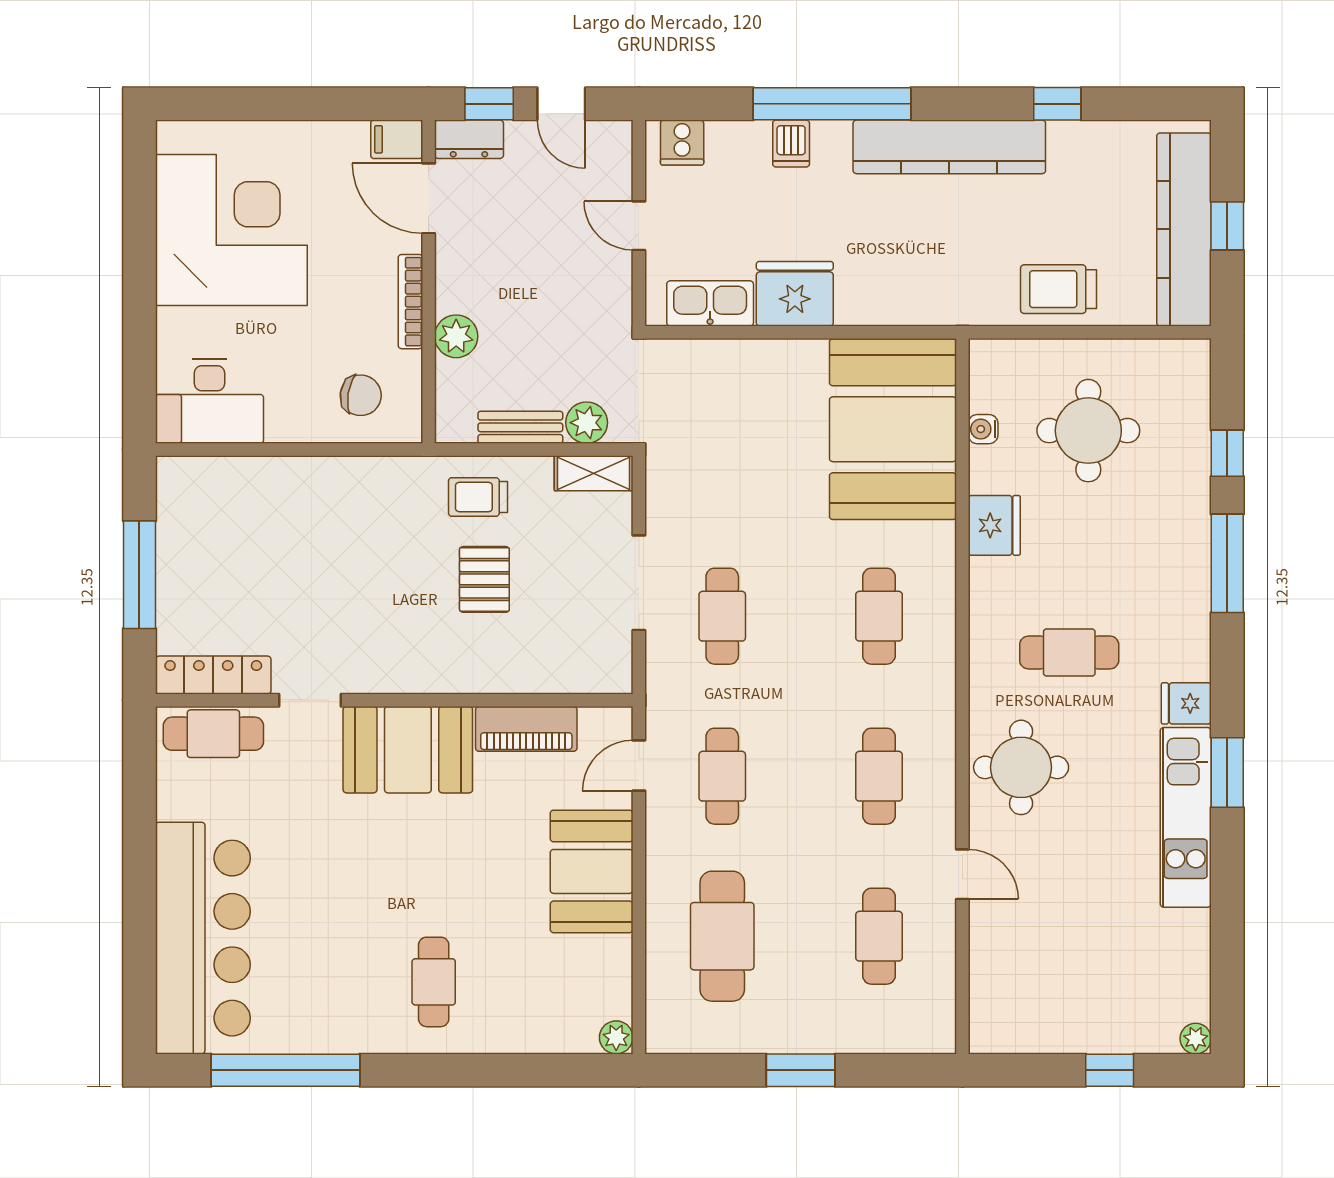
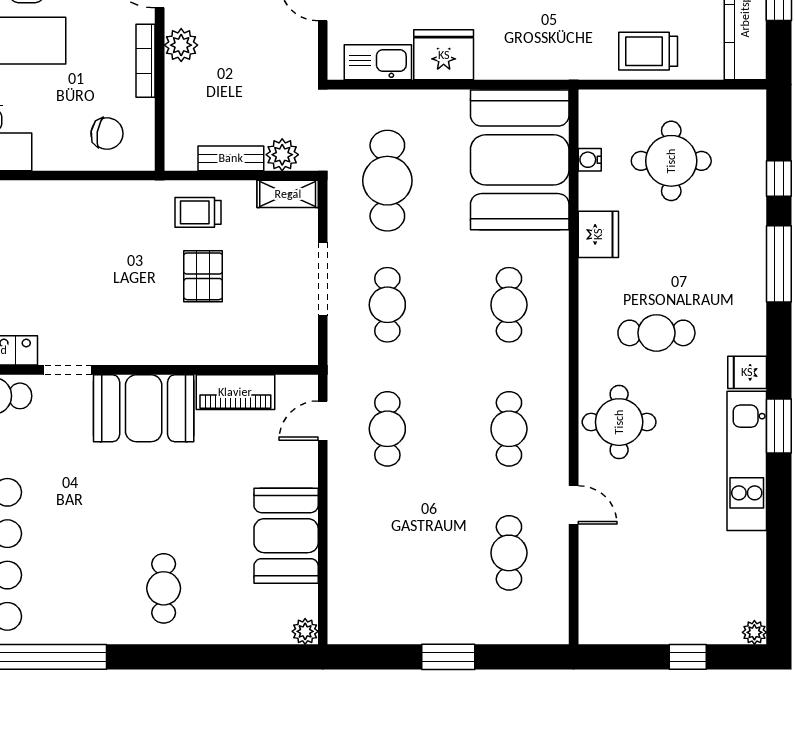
plant: (456, 336) -> (181, 45), moved
booth: (592, 871) -> (286, 536), moved
cafe table: (722, 936) -> (387, 181), moved

